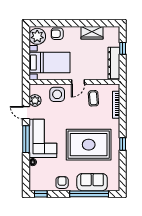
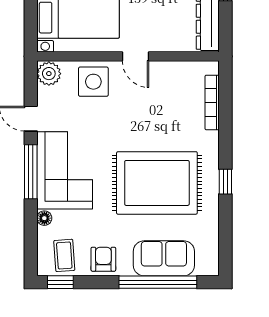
door: (78, 82) -> (136, 56), hinge flipped
coffee table: (93, 98) -> (64, 255), moved
plant: (35, 100) -> (49, 74), moved

